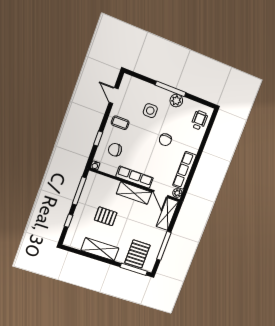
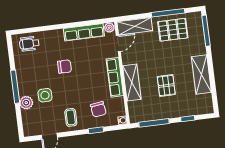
plant: (176, 101) -> (26, 103), moved
shelving: (134, 193) -> (132, 82), moved
pallet: (137, 254) -> (173, 30), moved

